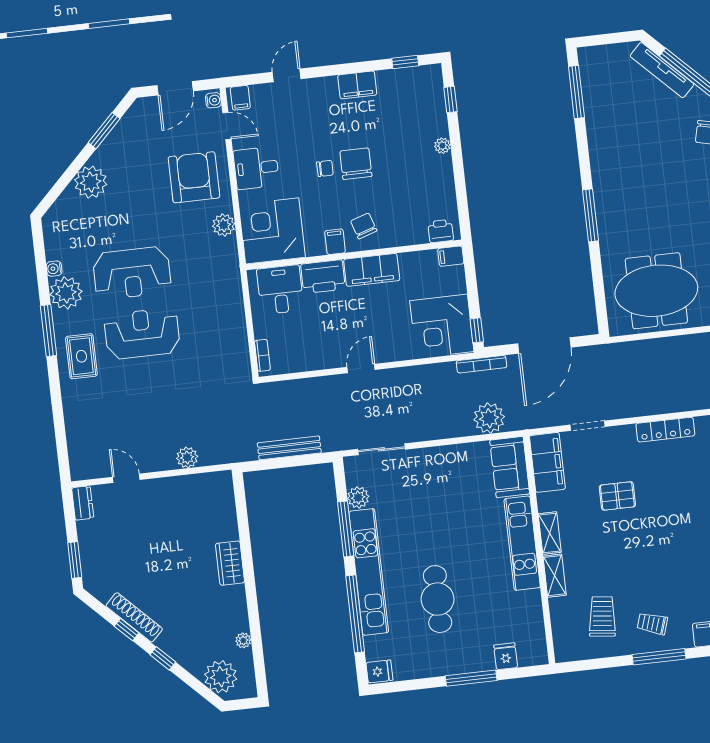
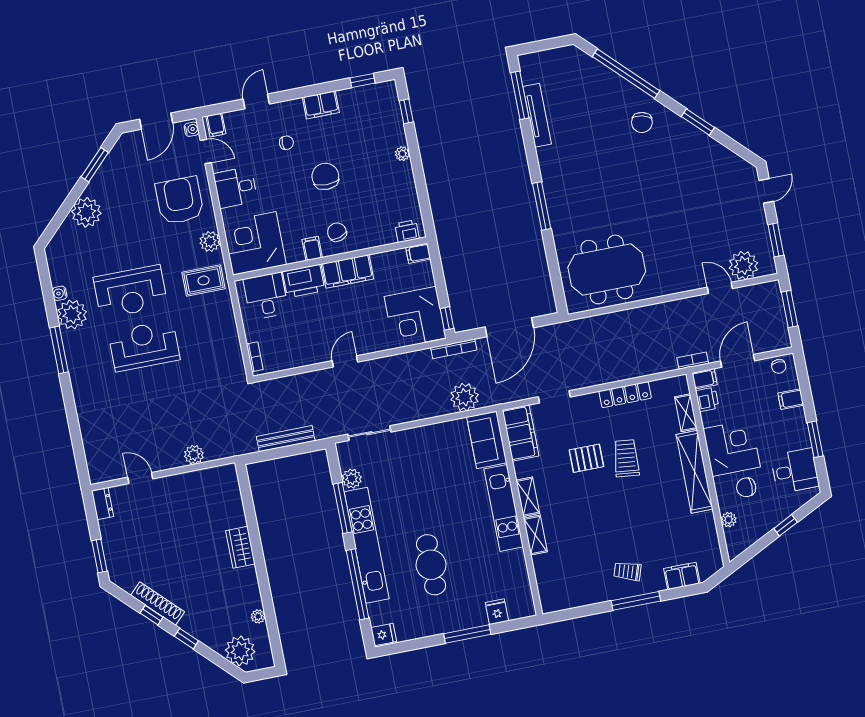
tv unit: (662, 70) -> (537, 115), moved, turned -135
chair: (325, 168) -> (286, 143), moved
rug: (81, 356) -> (204, 280), moved, turned 90
trolley: (602, 616) -> (626, 458), moved

